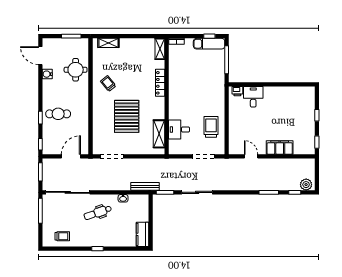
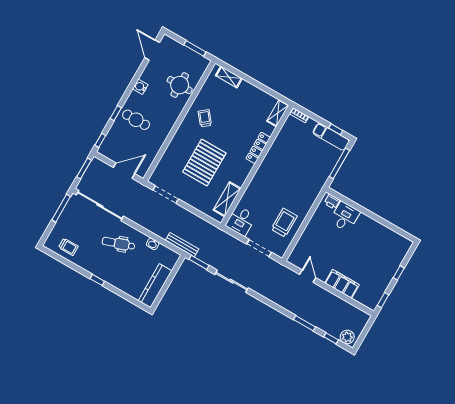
water cooler: (47, 74) -> (140, 87), moved
desk: (179, 129) -> (241, 221), moved, turned -90
kitchen counter: (142, 234) -> (155, 286), width x1.50

